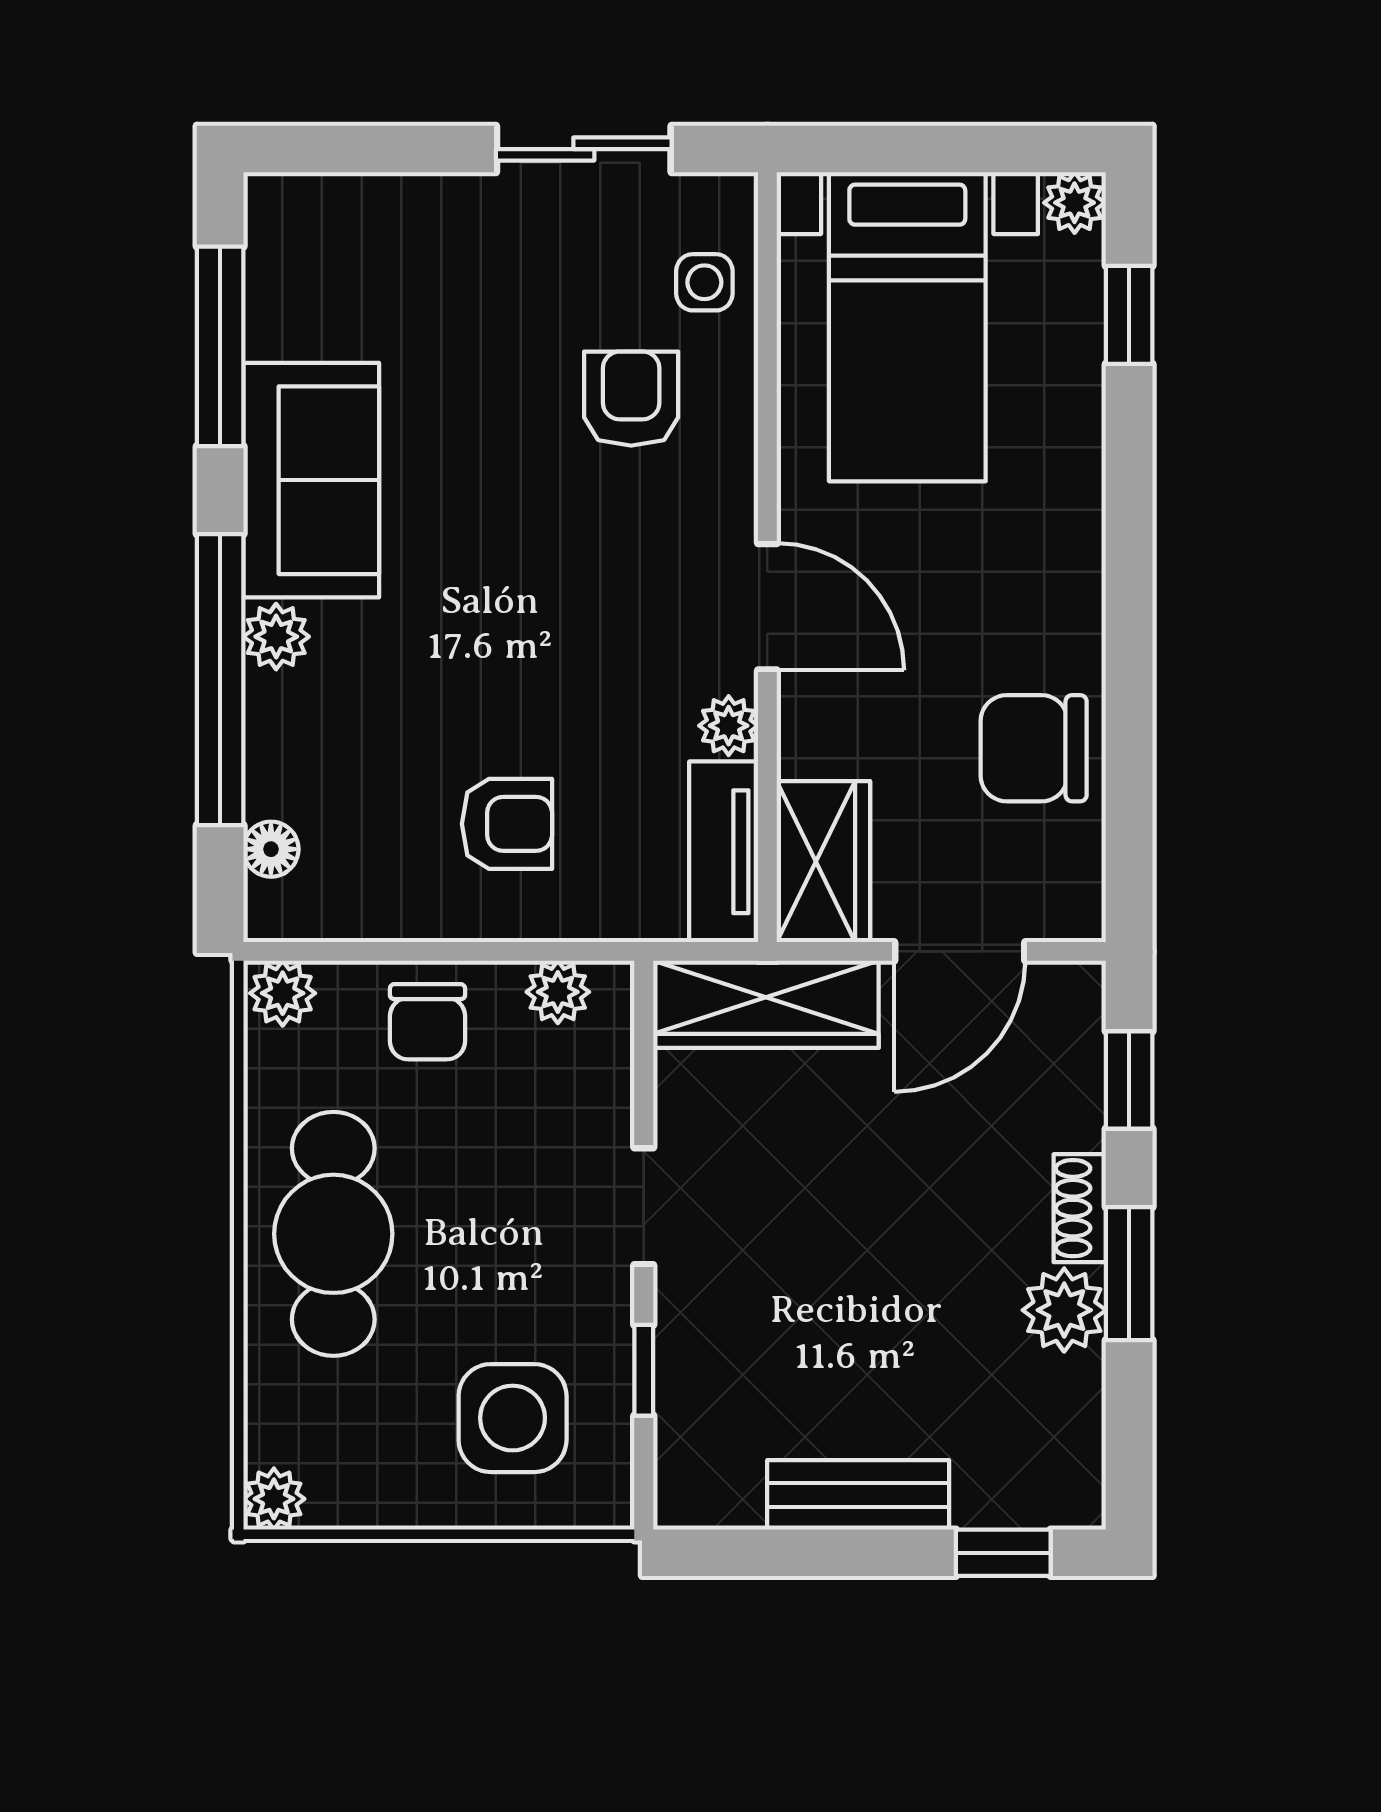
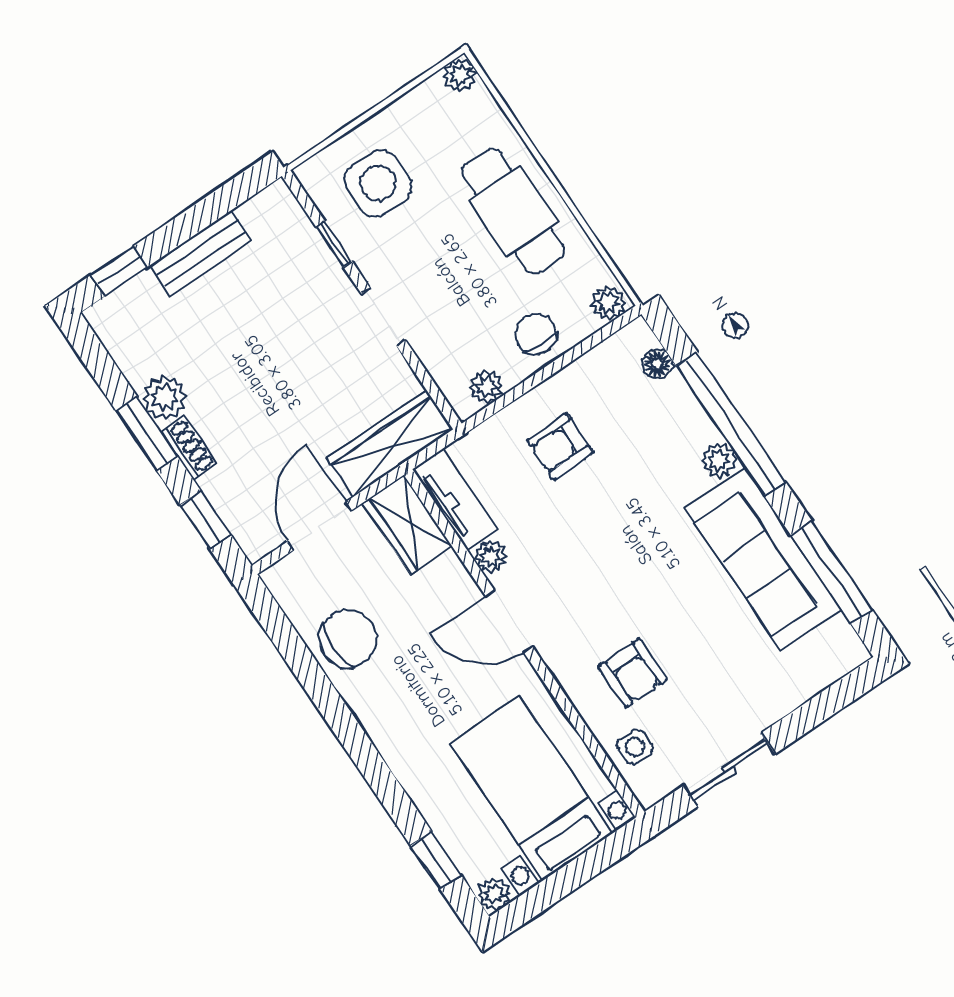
sofa: (311, 480) -> (763, 559), width x1.36

